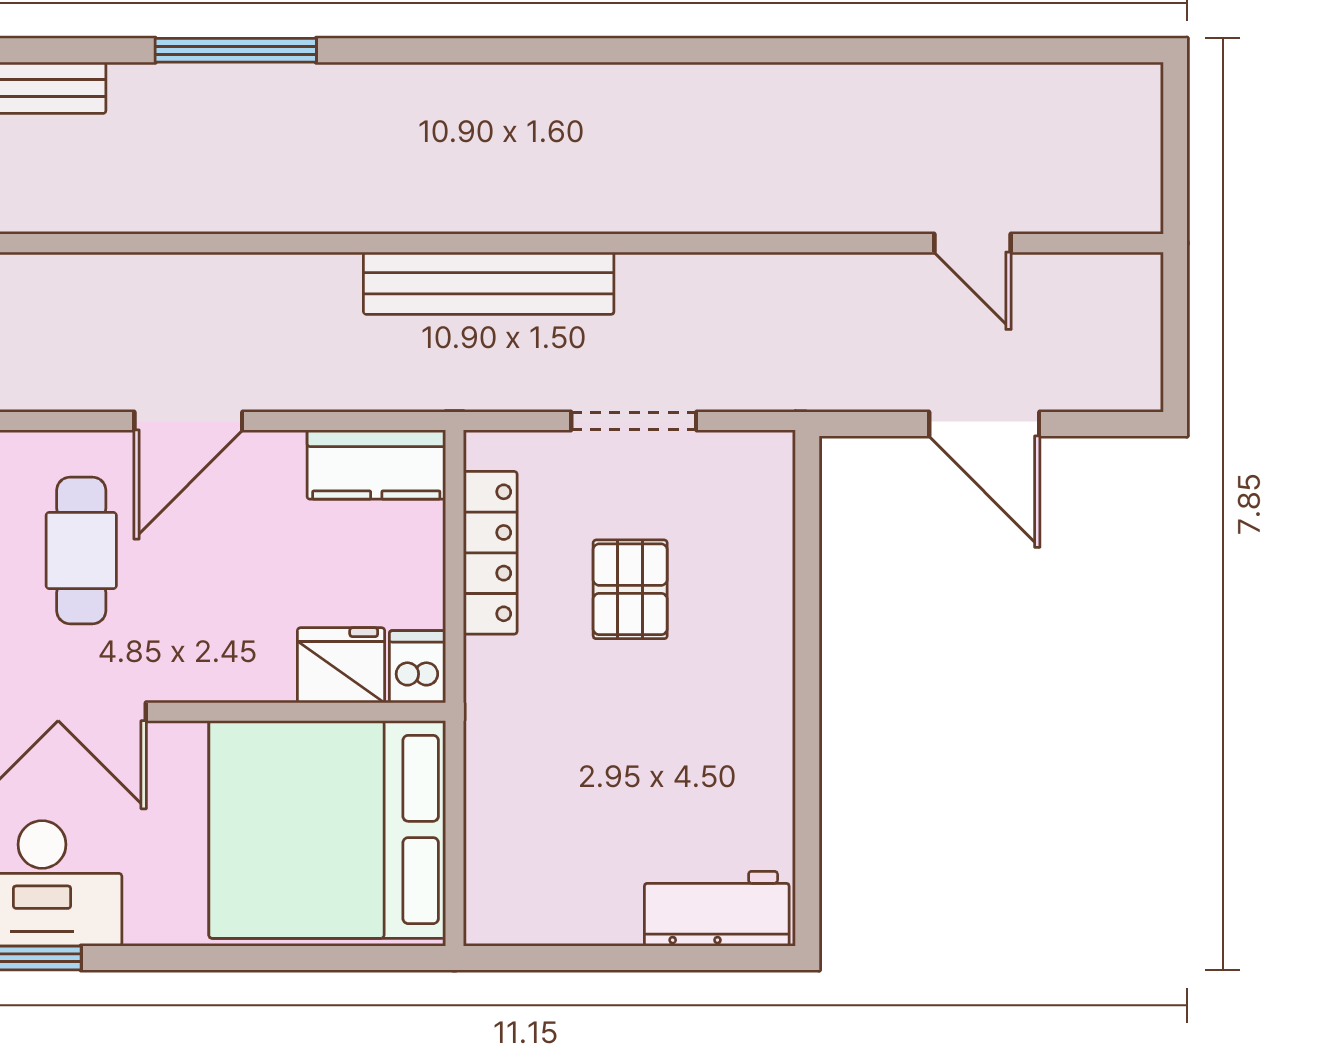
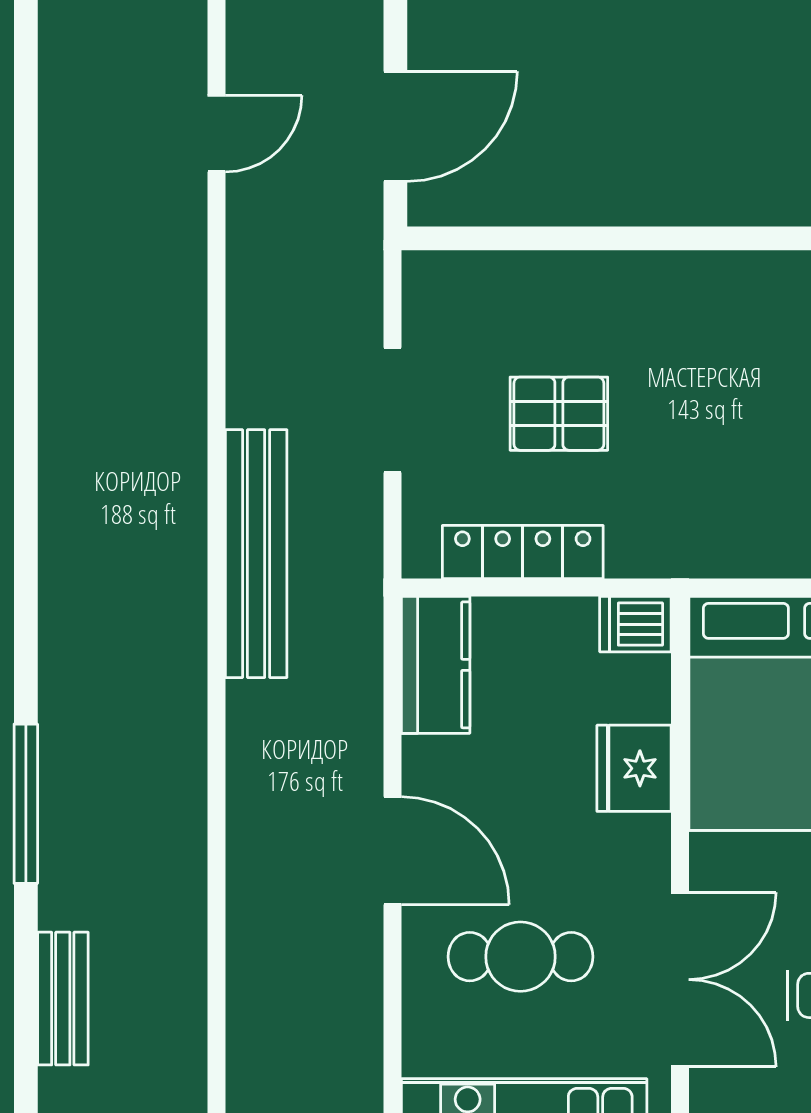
door: (972, 243) -> (216, 134), moved
door: (984, 424) -> (395, 126), moved
fridge: (341, 665) -> (634, 768), moved

